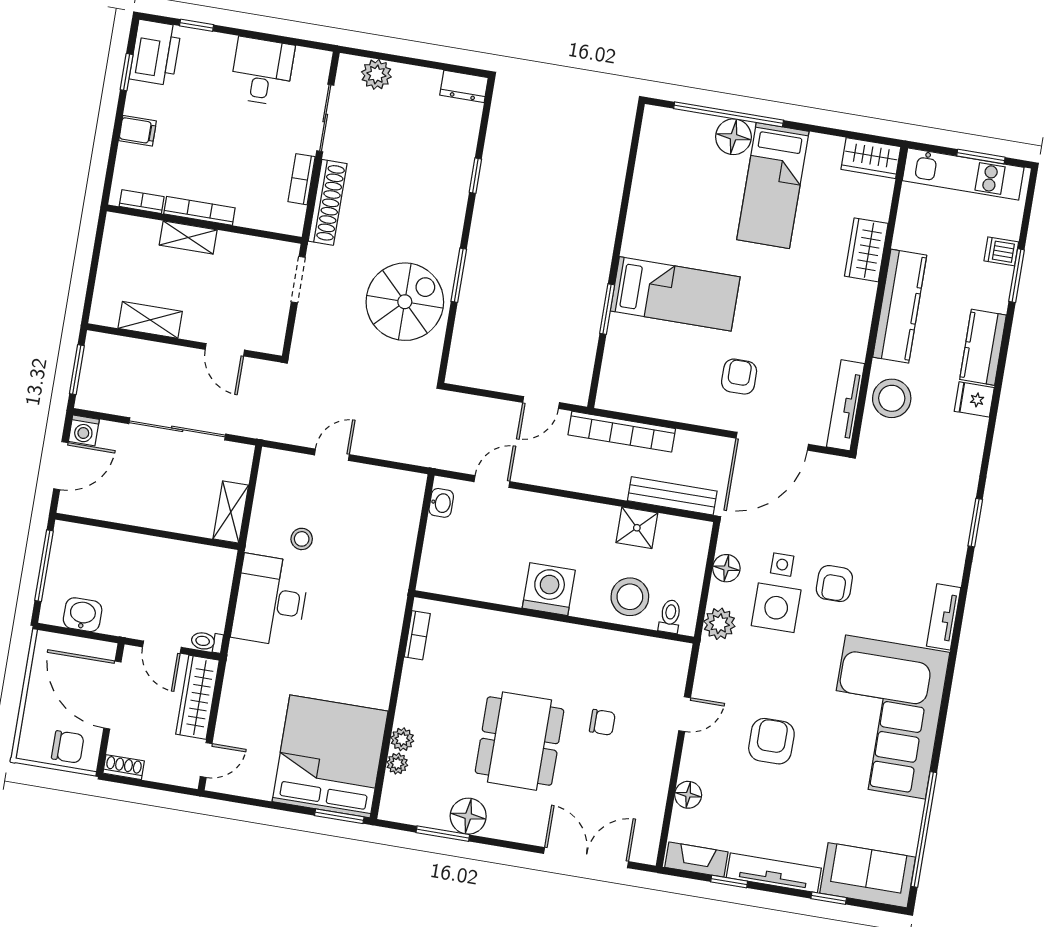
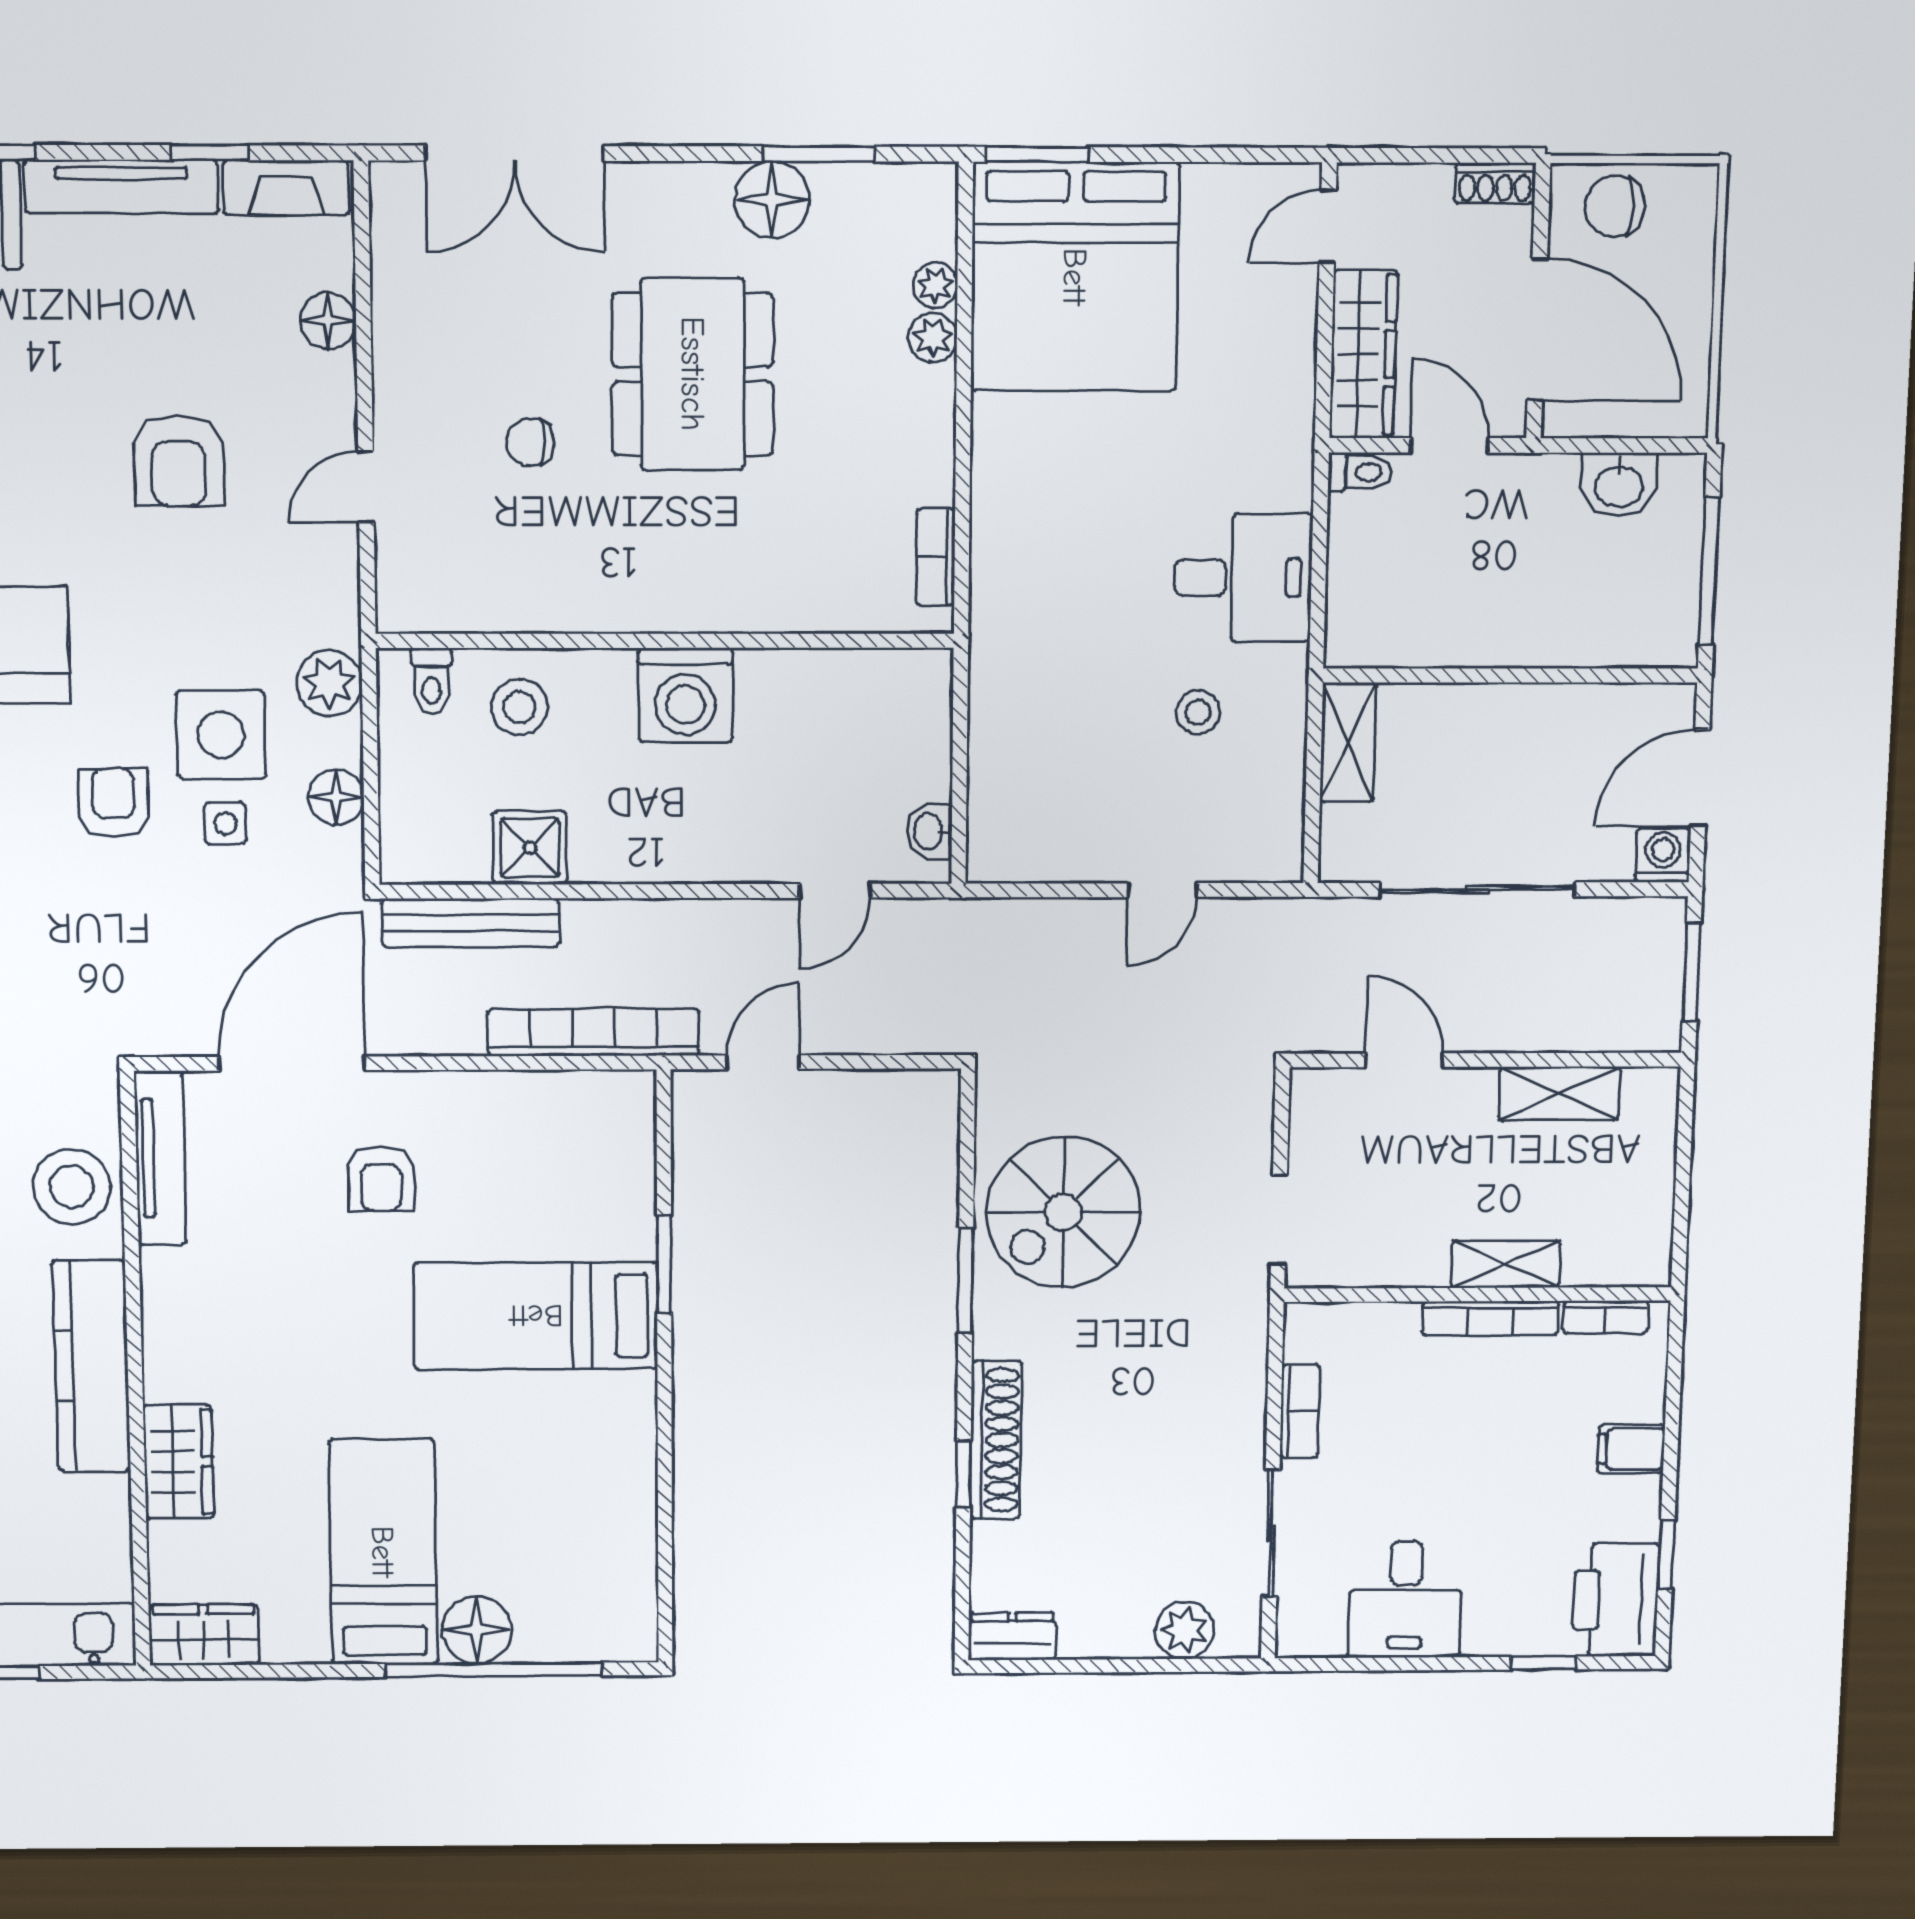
shoe rack: (328, 202) -> (996, 1440), moved, turned 180
stool: (630, 597) -> (519, 707), width x0.73, depth x0.73
desk: (270, 600) -> (1243, 578), width x0.73

